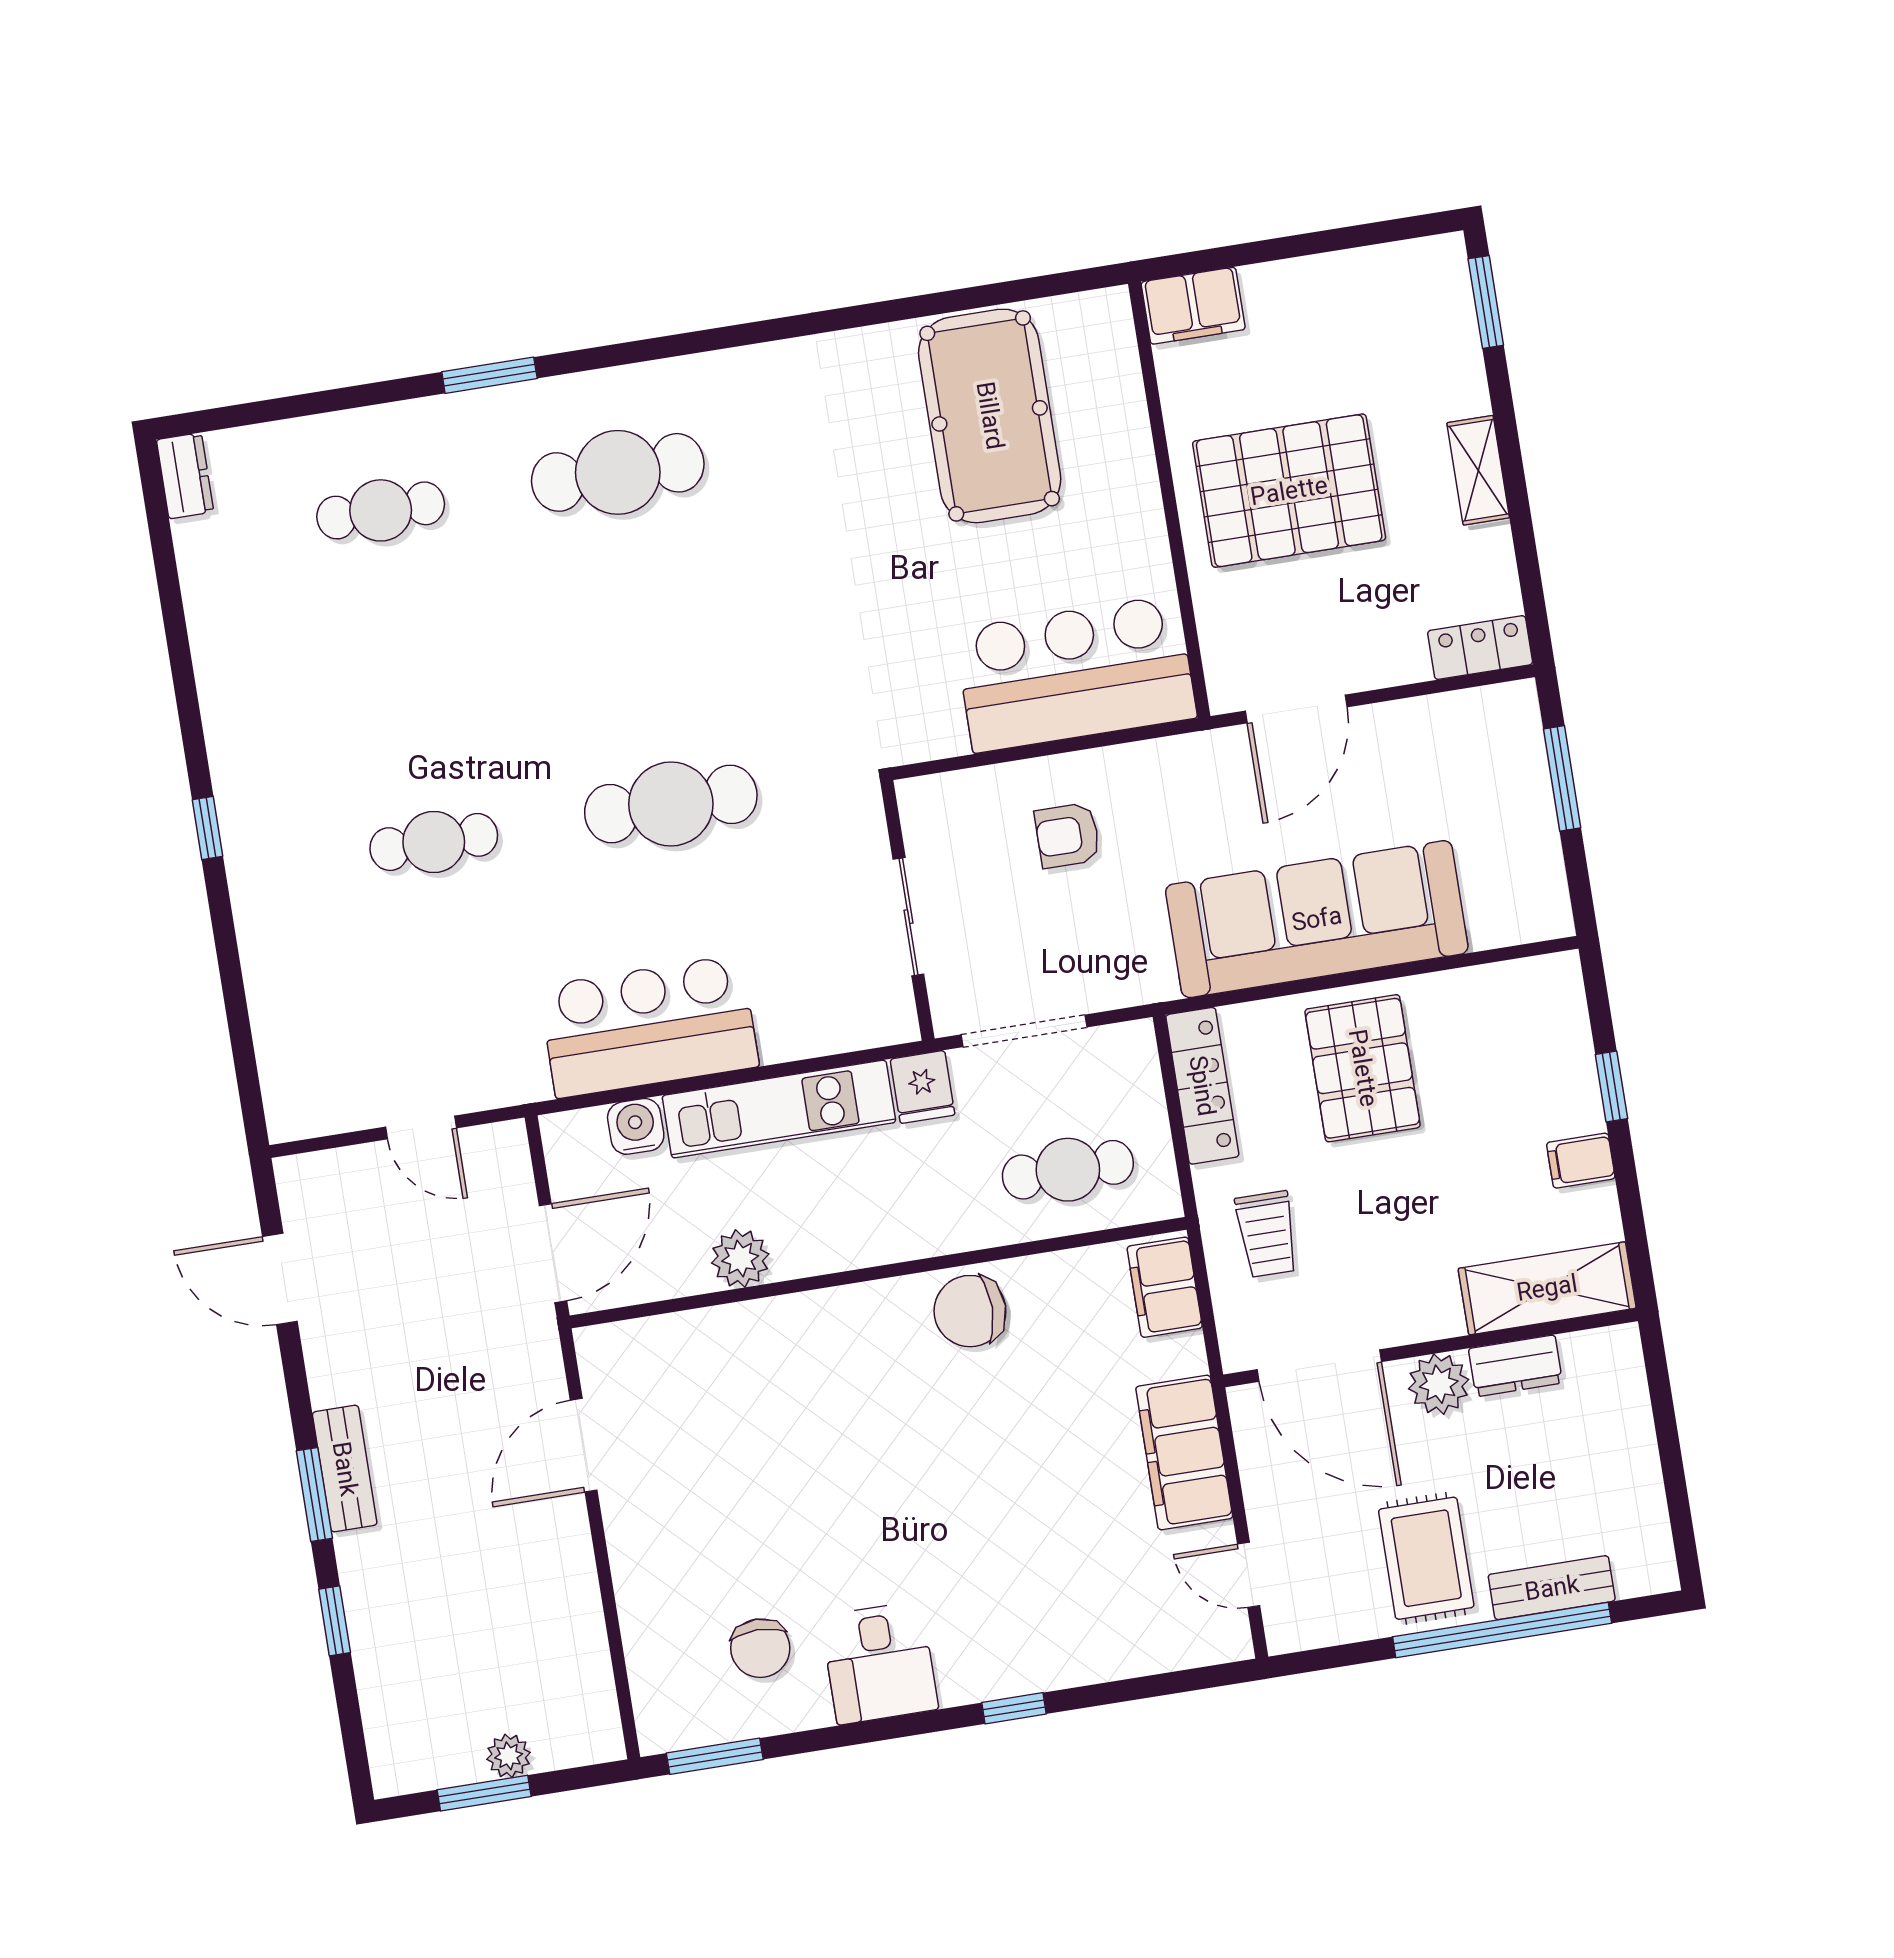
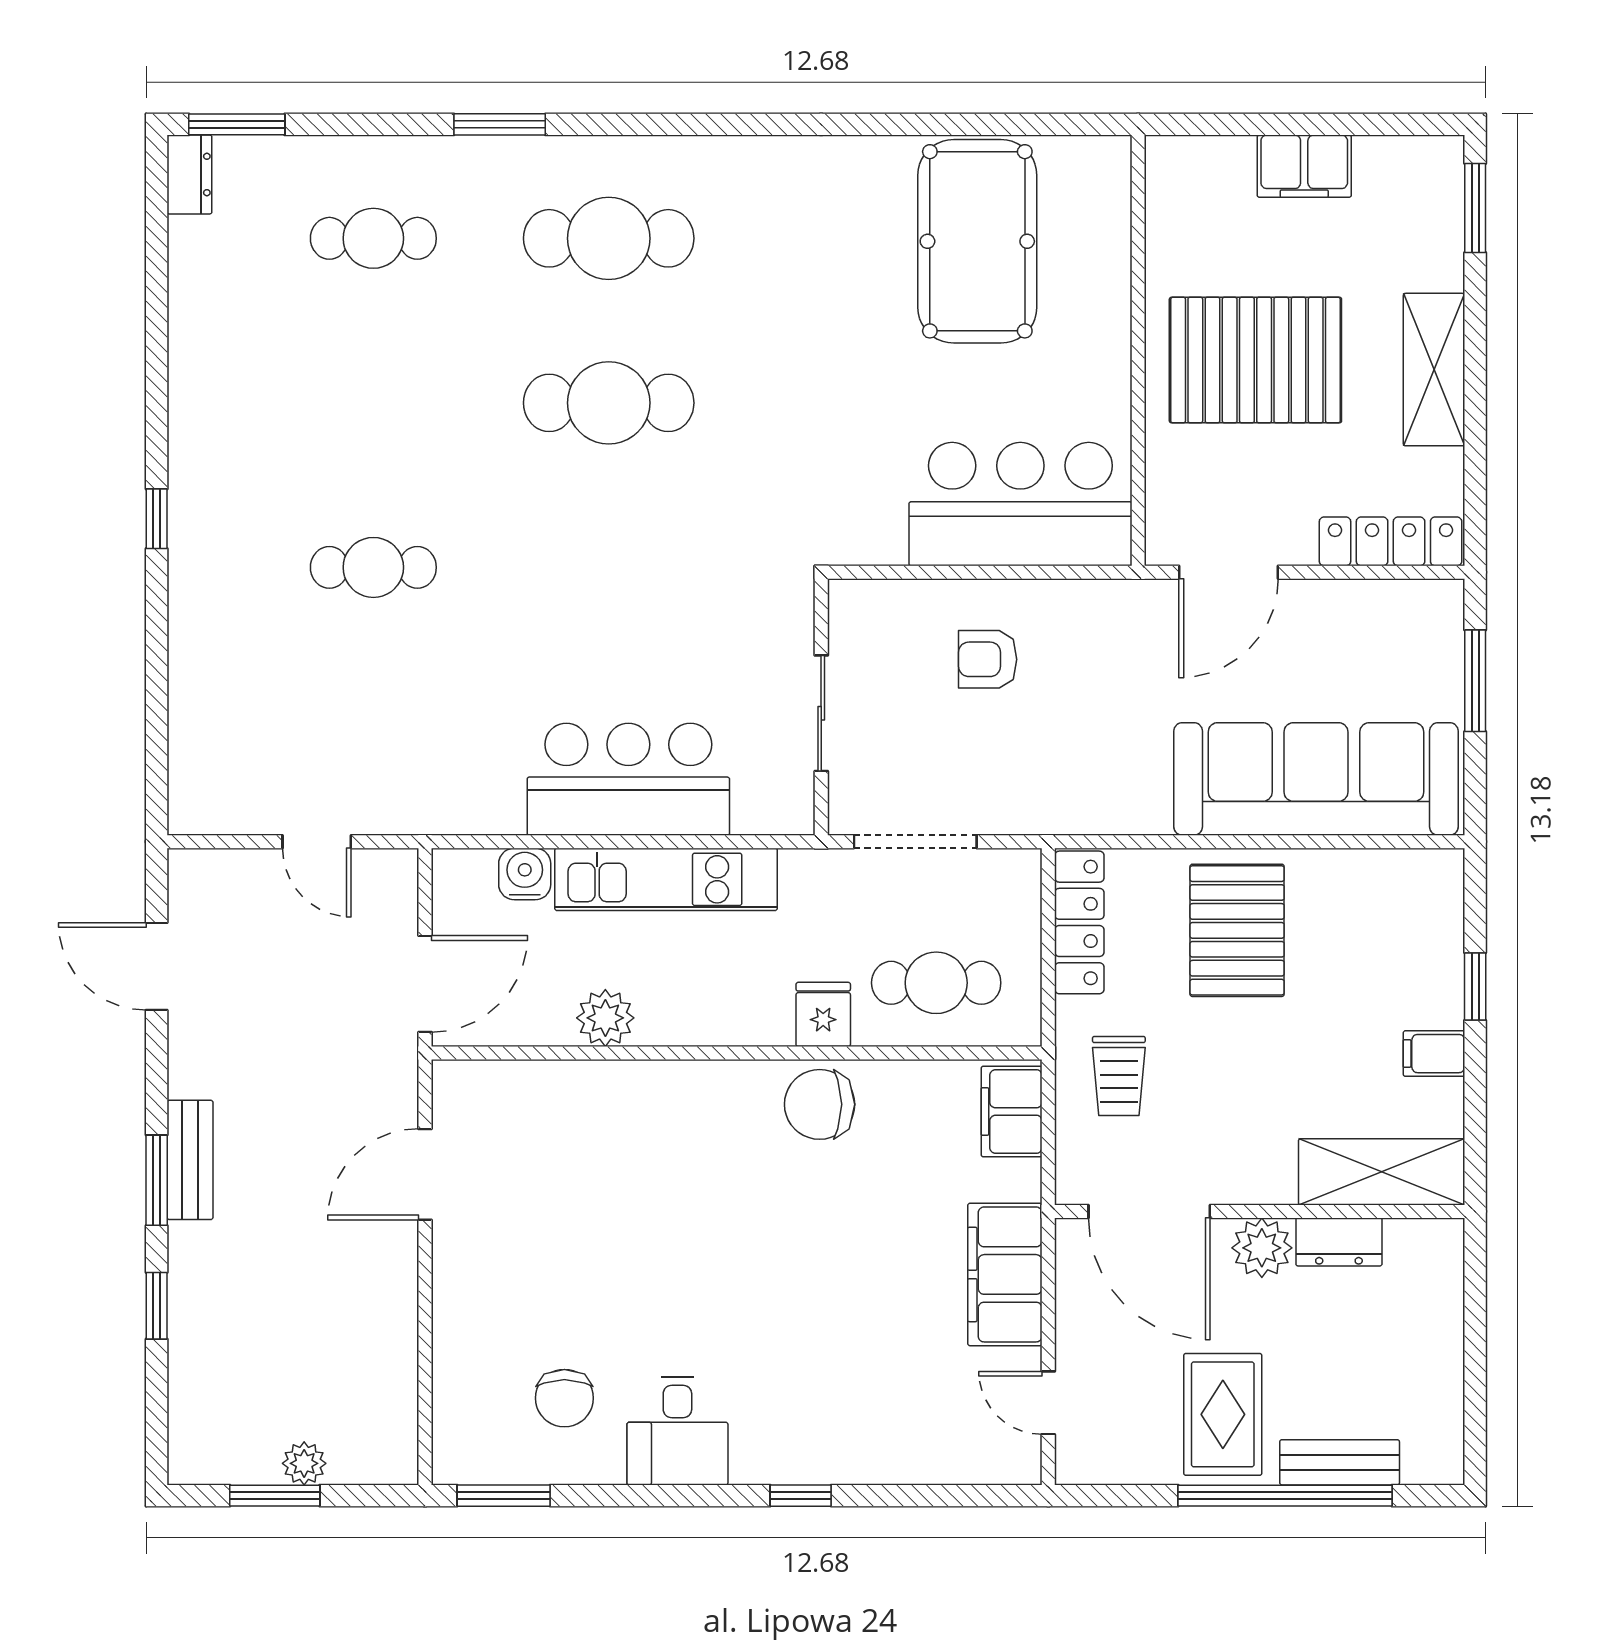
filing cabinet: (1193, 306) -> (1304, 166), moved
window: (225, 418) -> (237, 124), added
shelving: (1478, 470) -> (1434, 370), width x1.50, depth x1.33
locker: (1480, 648) -> (1391, 541), width x1.53
cafe table: (671, 804) -> (609, 403), moved
sofa: (1317, 919) -> (1316, 779), moved
bar counter: (649, 1026) -> (628, 779), moved
fridge: (923, 1087) -> (823, 1014), moved, turned 180

